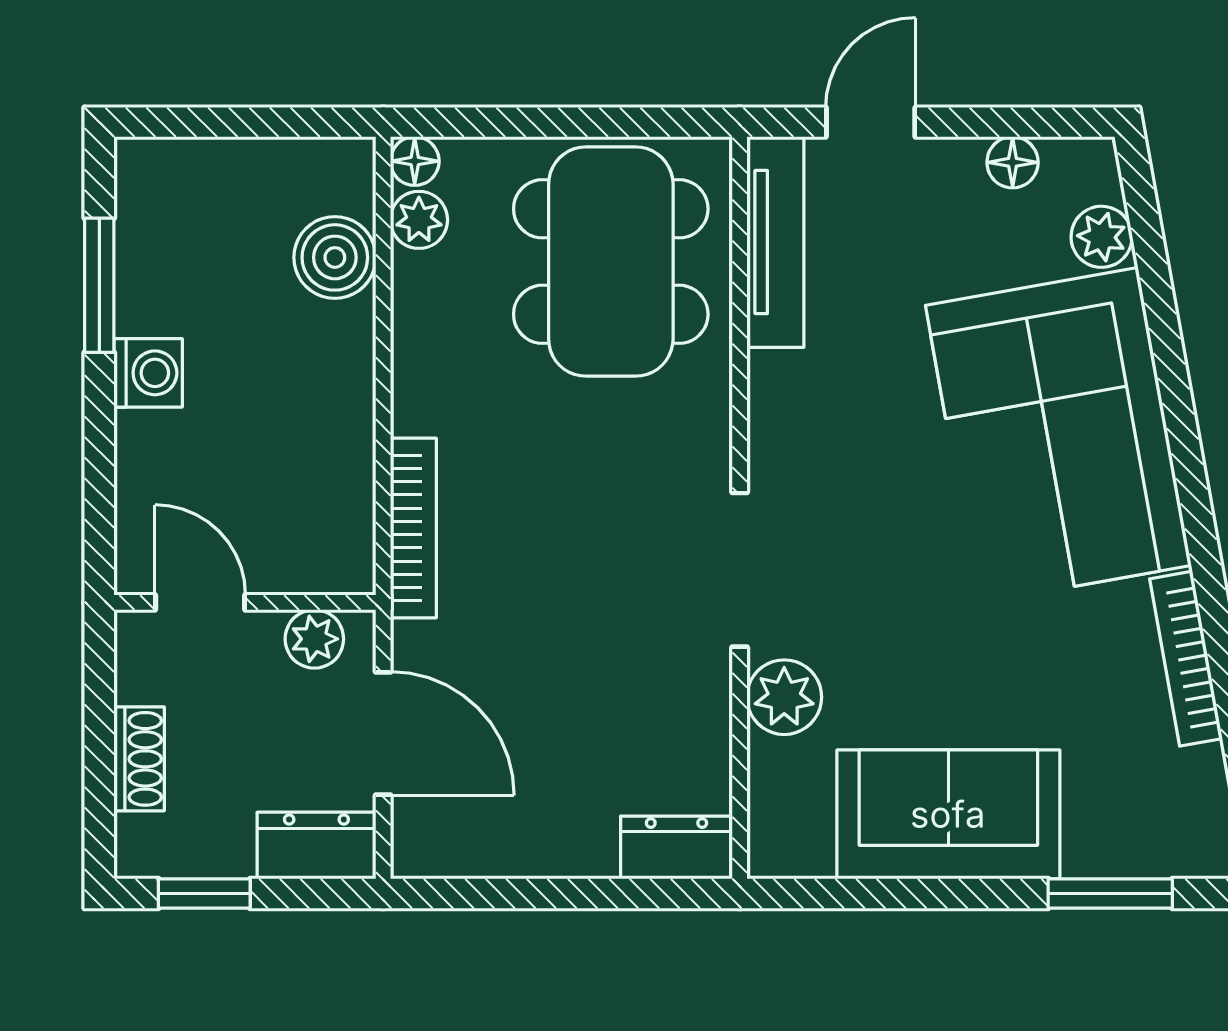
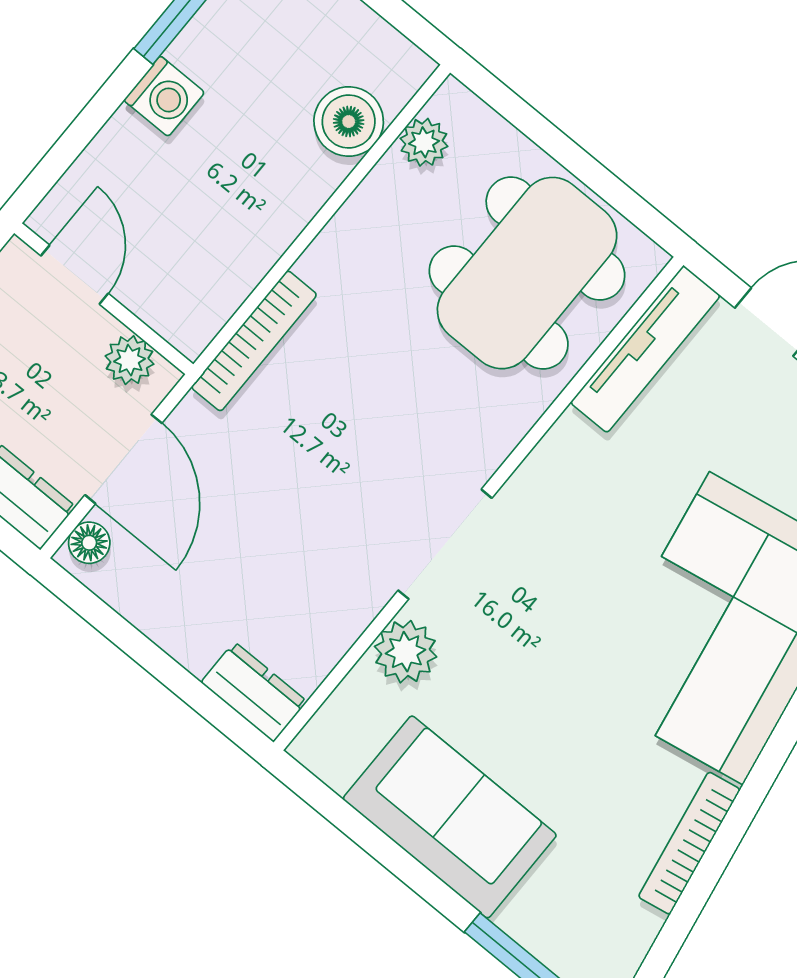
floor lamp: (415, 161) -> (89, 543), moved

